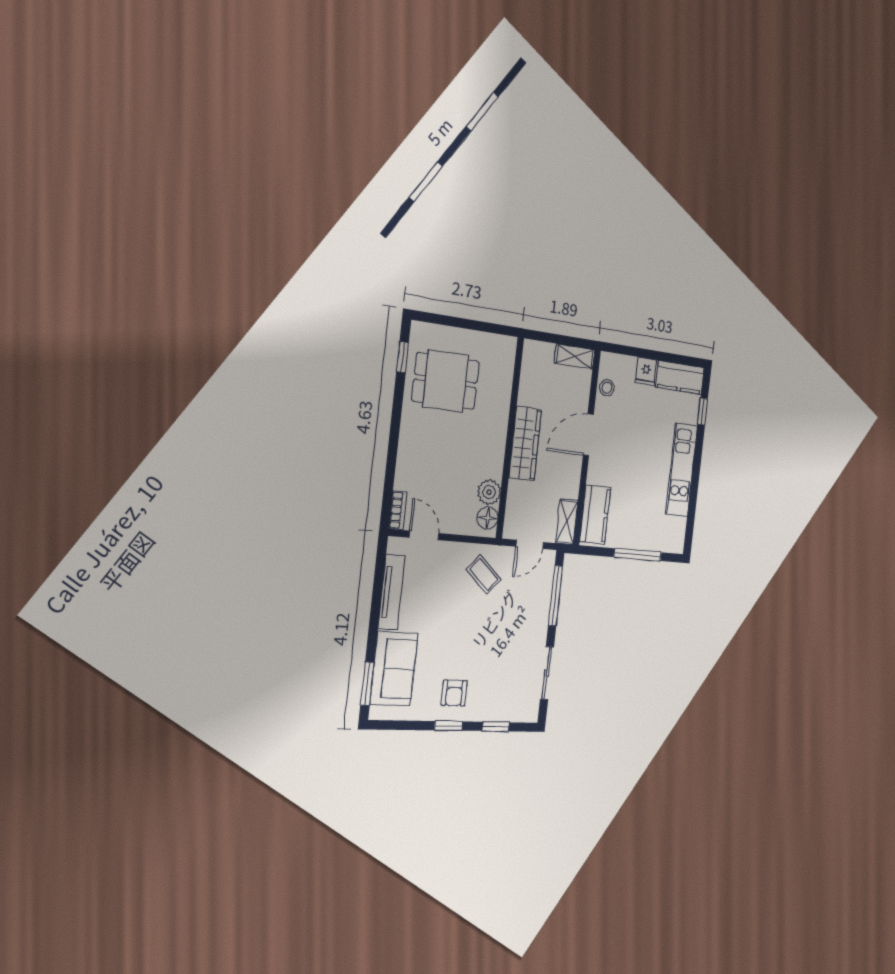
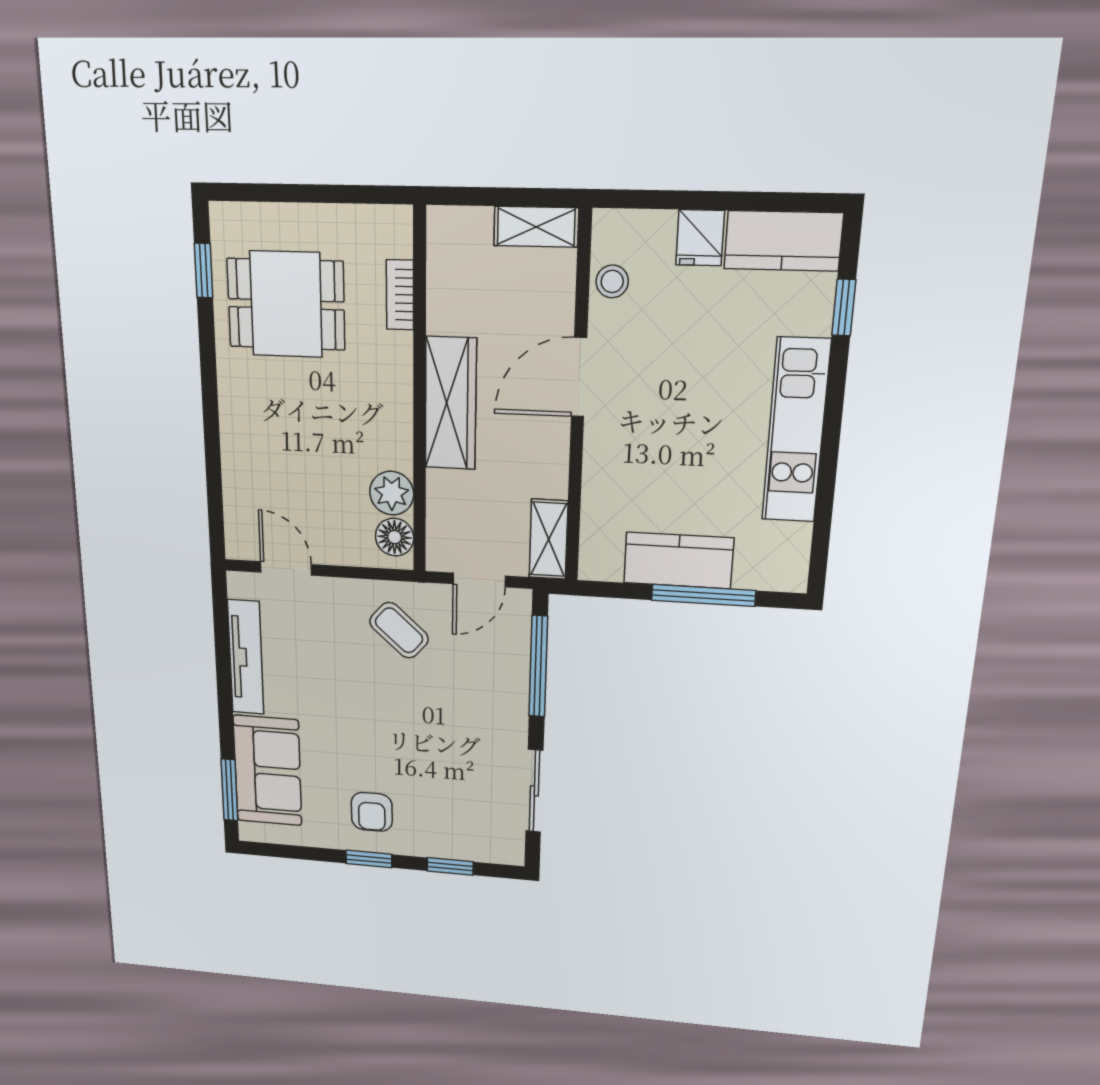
bookcase: (398, 510) -> (400, 295), moved, turned 180
kitchen counter: (595, 515) -> (678, 560), moved, turned -90

